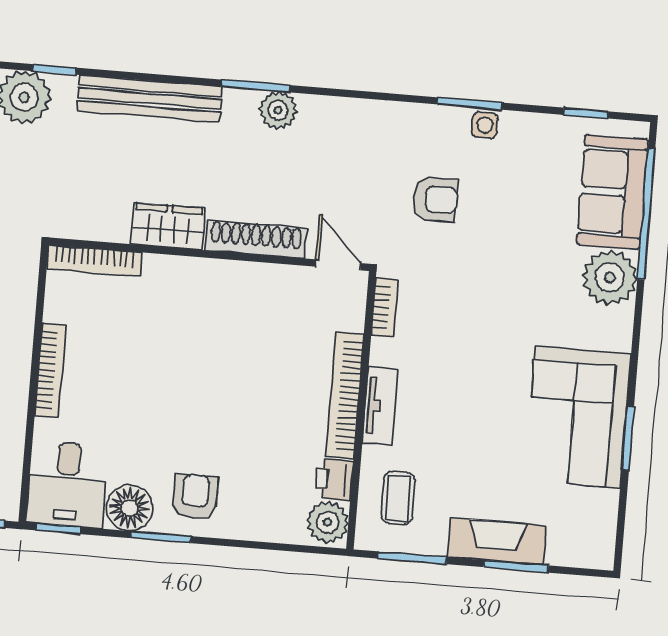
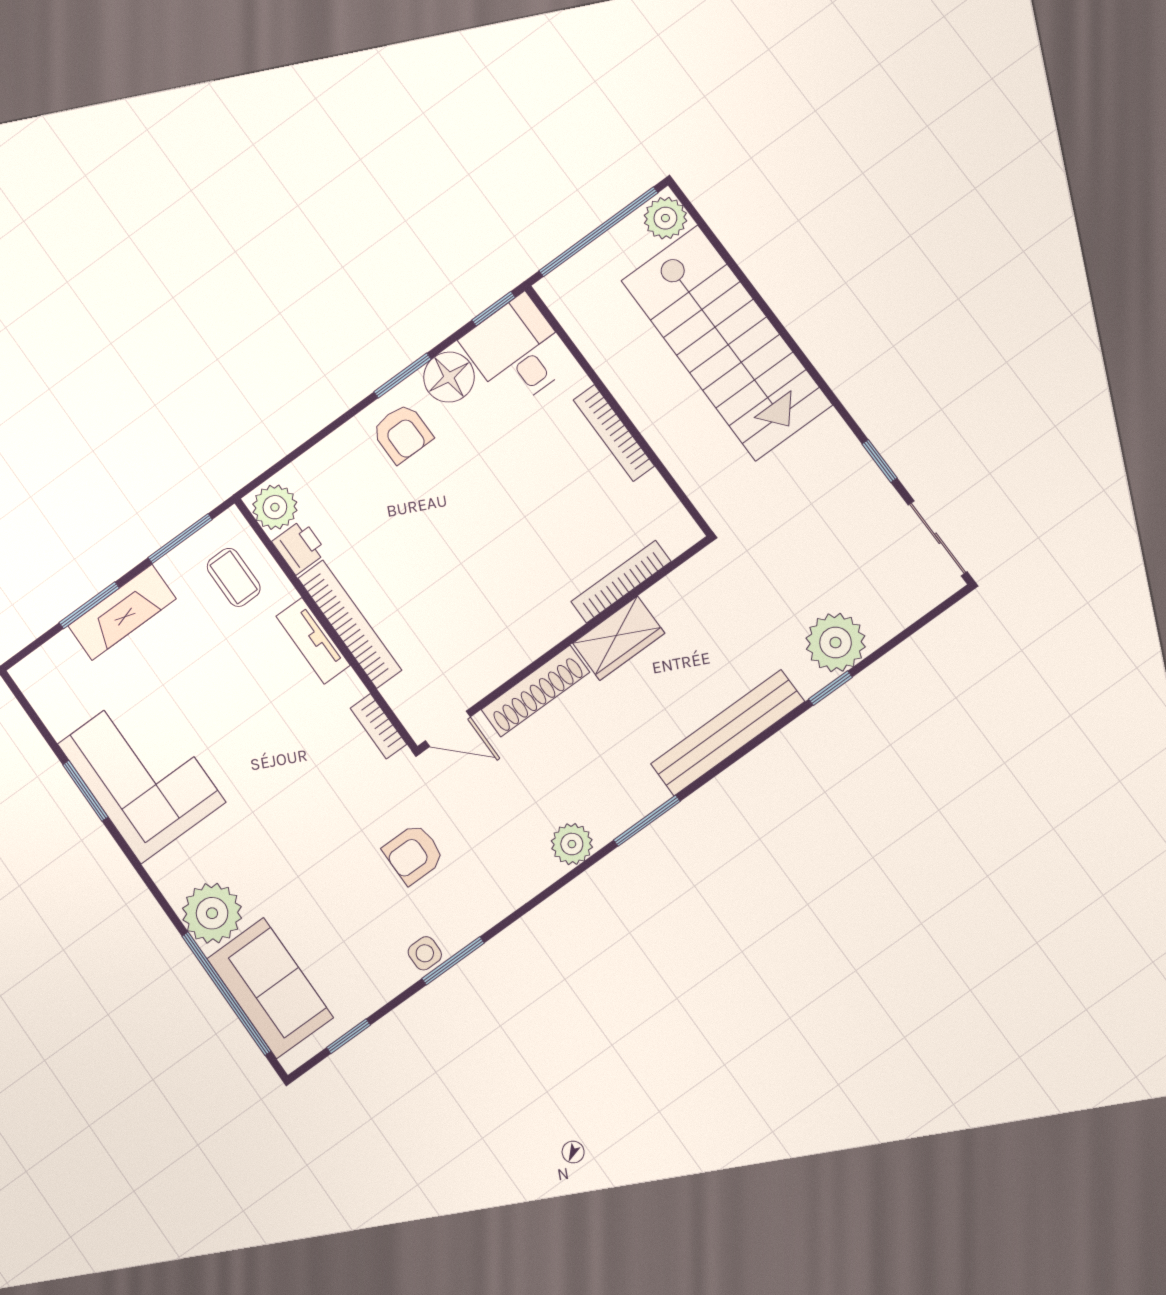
plant: (278, 110) -> (572, 844), moved
bookcase: (94, 260) -> (621, 582), moved

